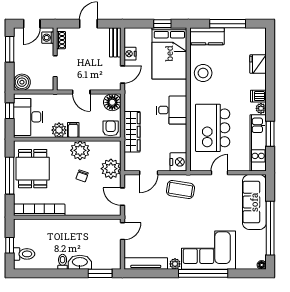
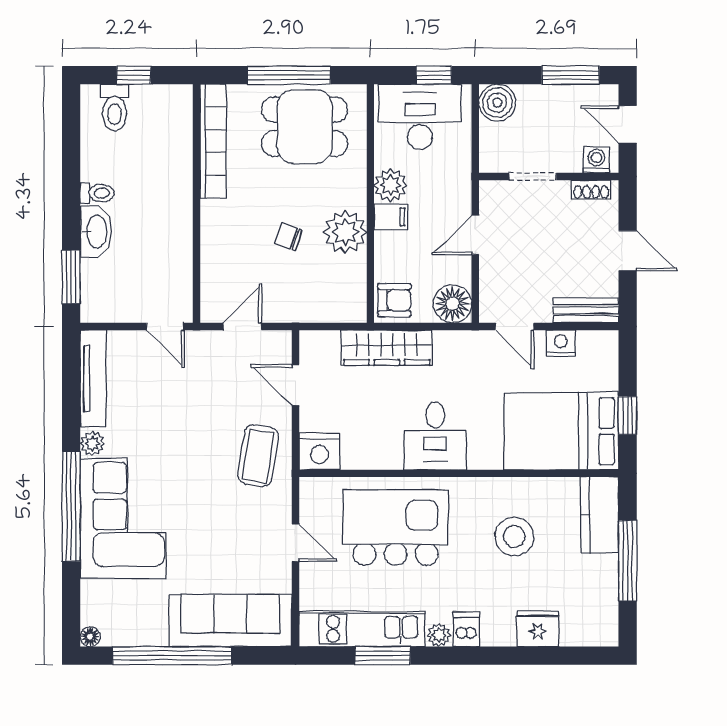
stool: (203, 73) -> (514, 536), moved
plant: (111, 169) -> (305, 301), removed

